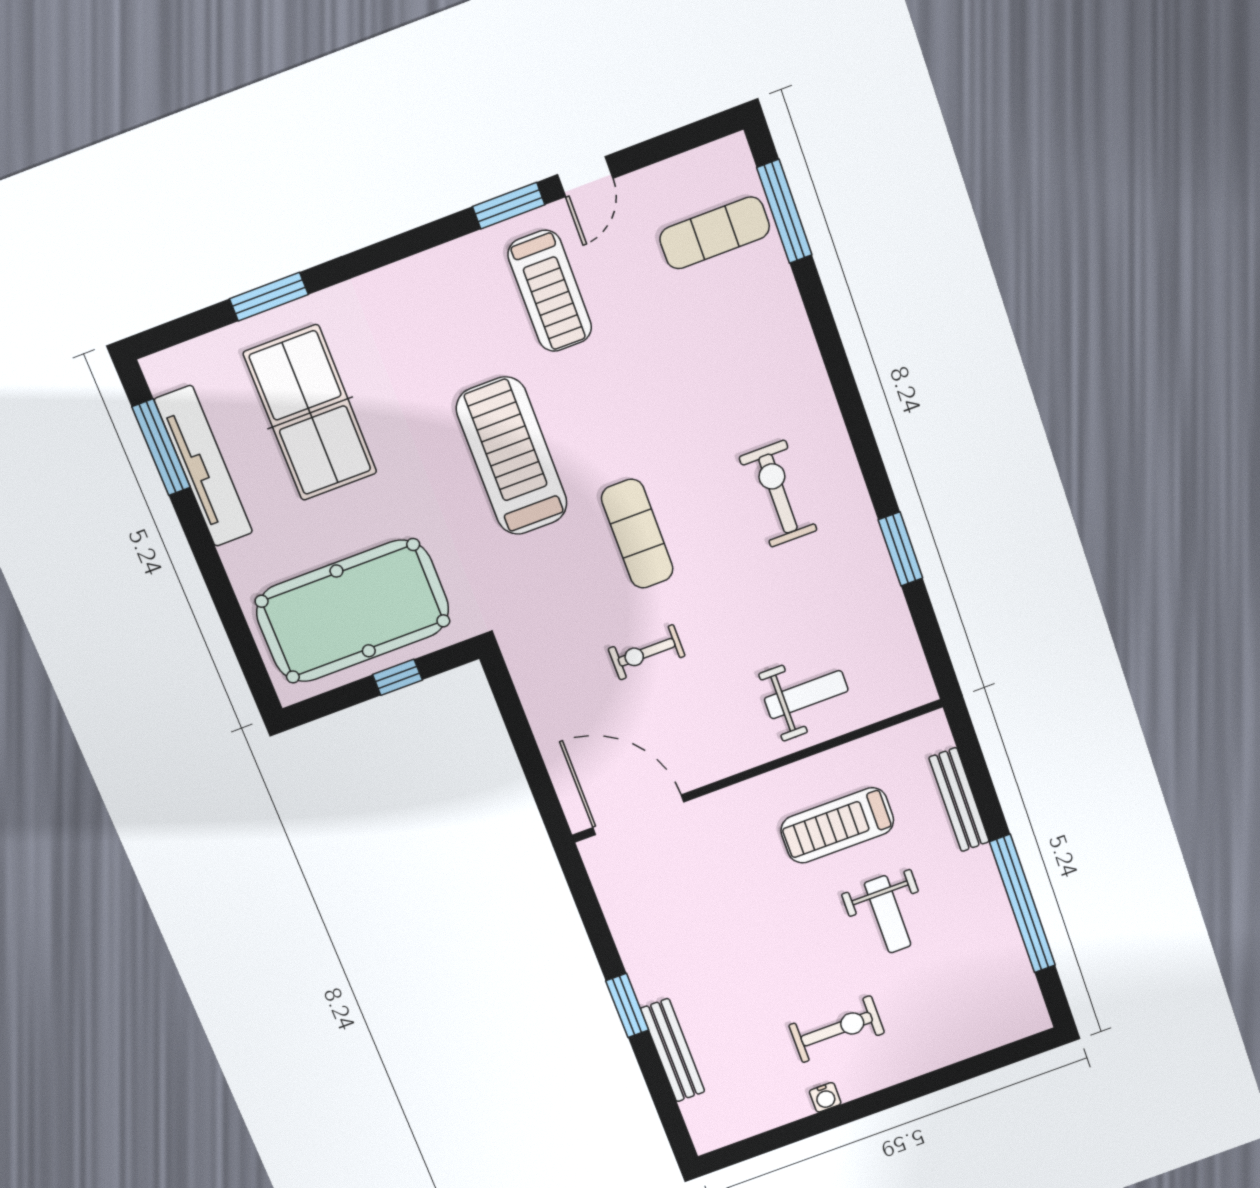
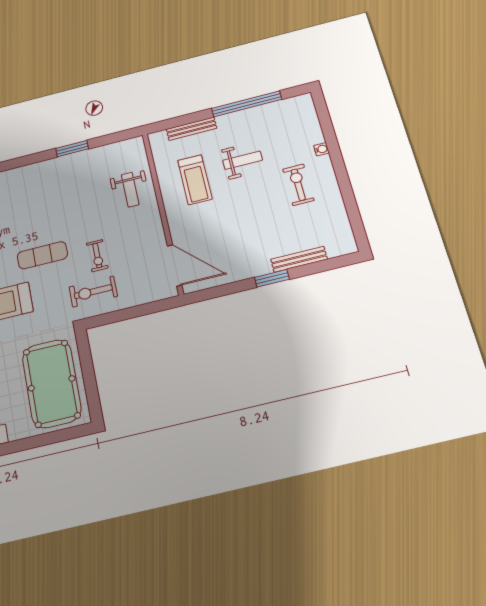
exercise bike: (778, 494) -> (93, 292), moved
window: (397, 677) -> (87, 367), removed
weight bench: (806, 695) -> (130, 190), turned 180
door: (638, 815) -> (175, 265), swing flipped
water cooler: (825, 1097) -> (321, 149), moved

